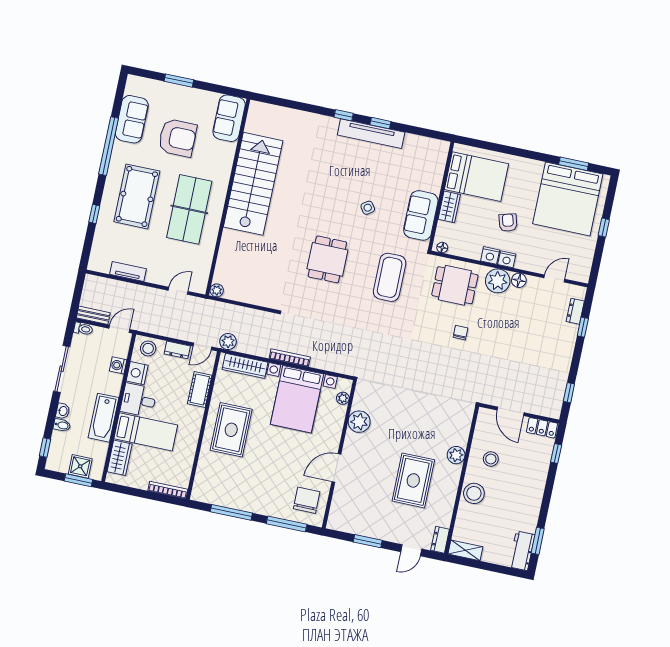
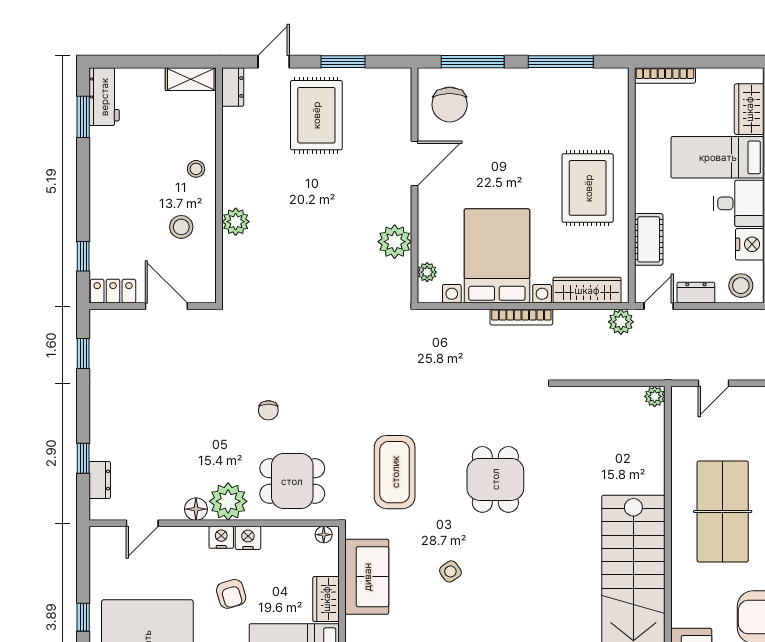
rug: (413, 480) -> (316, 115), moved
stool: (474, 493) -> (196, 169), width x0.53, depth x0.53

